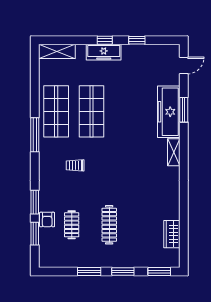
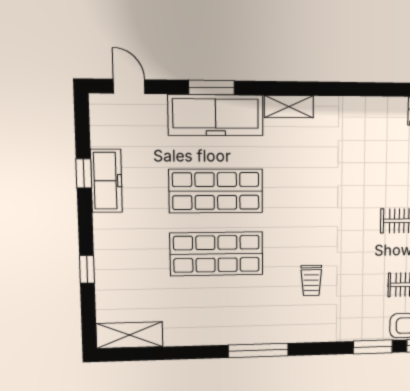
window: (105, 40) -> (87, 269), moved
shelving: (57, 51) -> (129, 335), moved, turned 90
freezer: (104, 52) -> (106, 181), moved
shop shelf: (56, 111) -> (216, 191), moved

